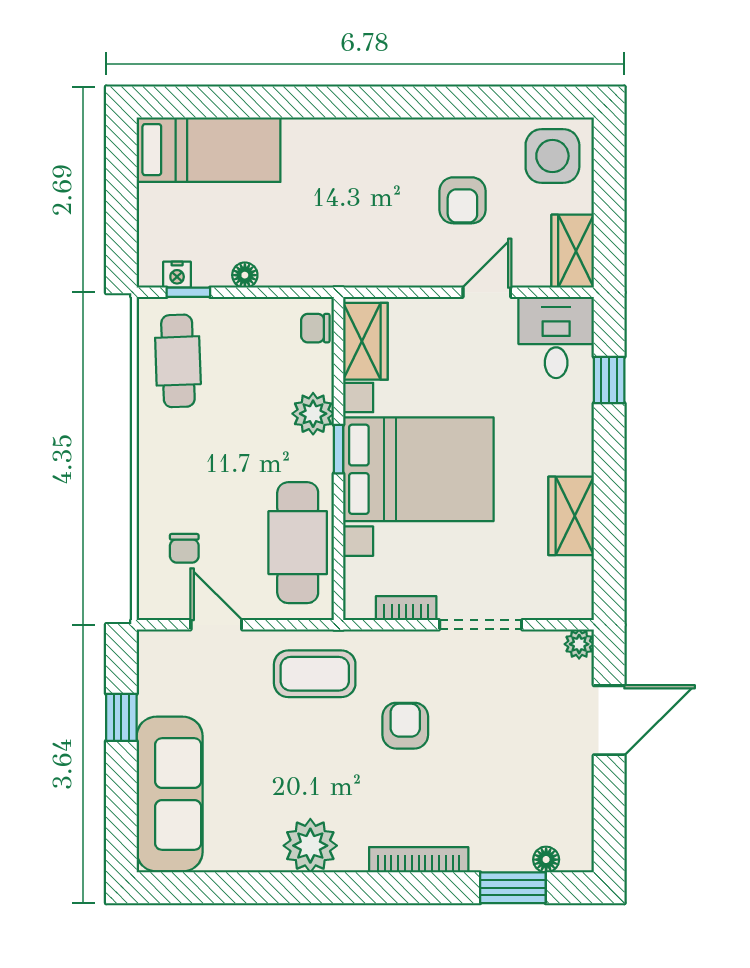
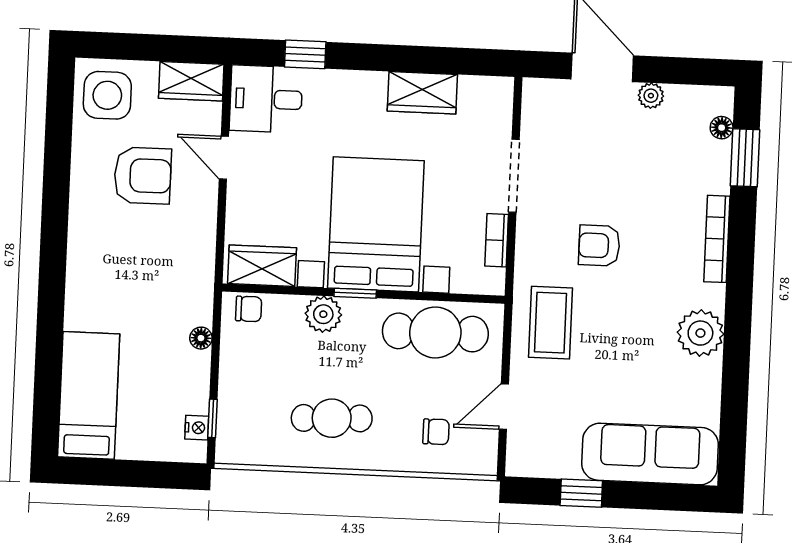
armchair: (462, 200) -> (143, 176), width x1.38, depth x1.38
floor lamp: (245, 275) -> (201, 338), moved
chair: (315, 328) -> (249, 309), turned -90
cafe table: (178, 361) -> (332, 418), moved
plant: (579, 644) -> (651, 96), moved

